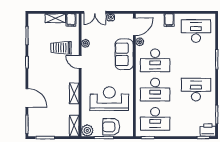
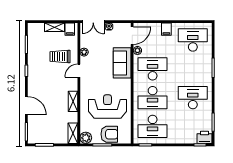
desk: (155, 60) -> (153, 69), turned 180
door: (80, 62) -> (79, 71), hinge flipped
armchair: (111, 127) -> (109, 134), turned 180

